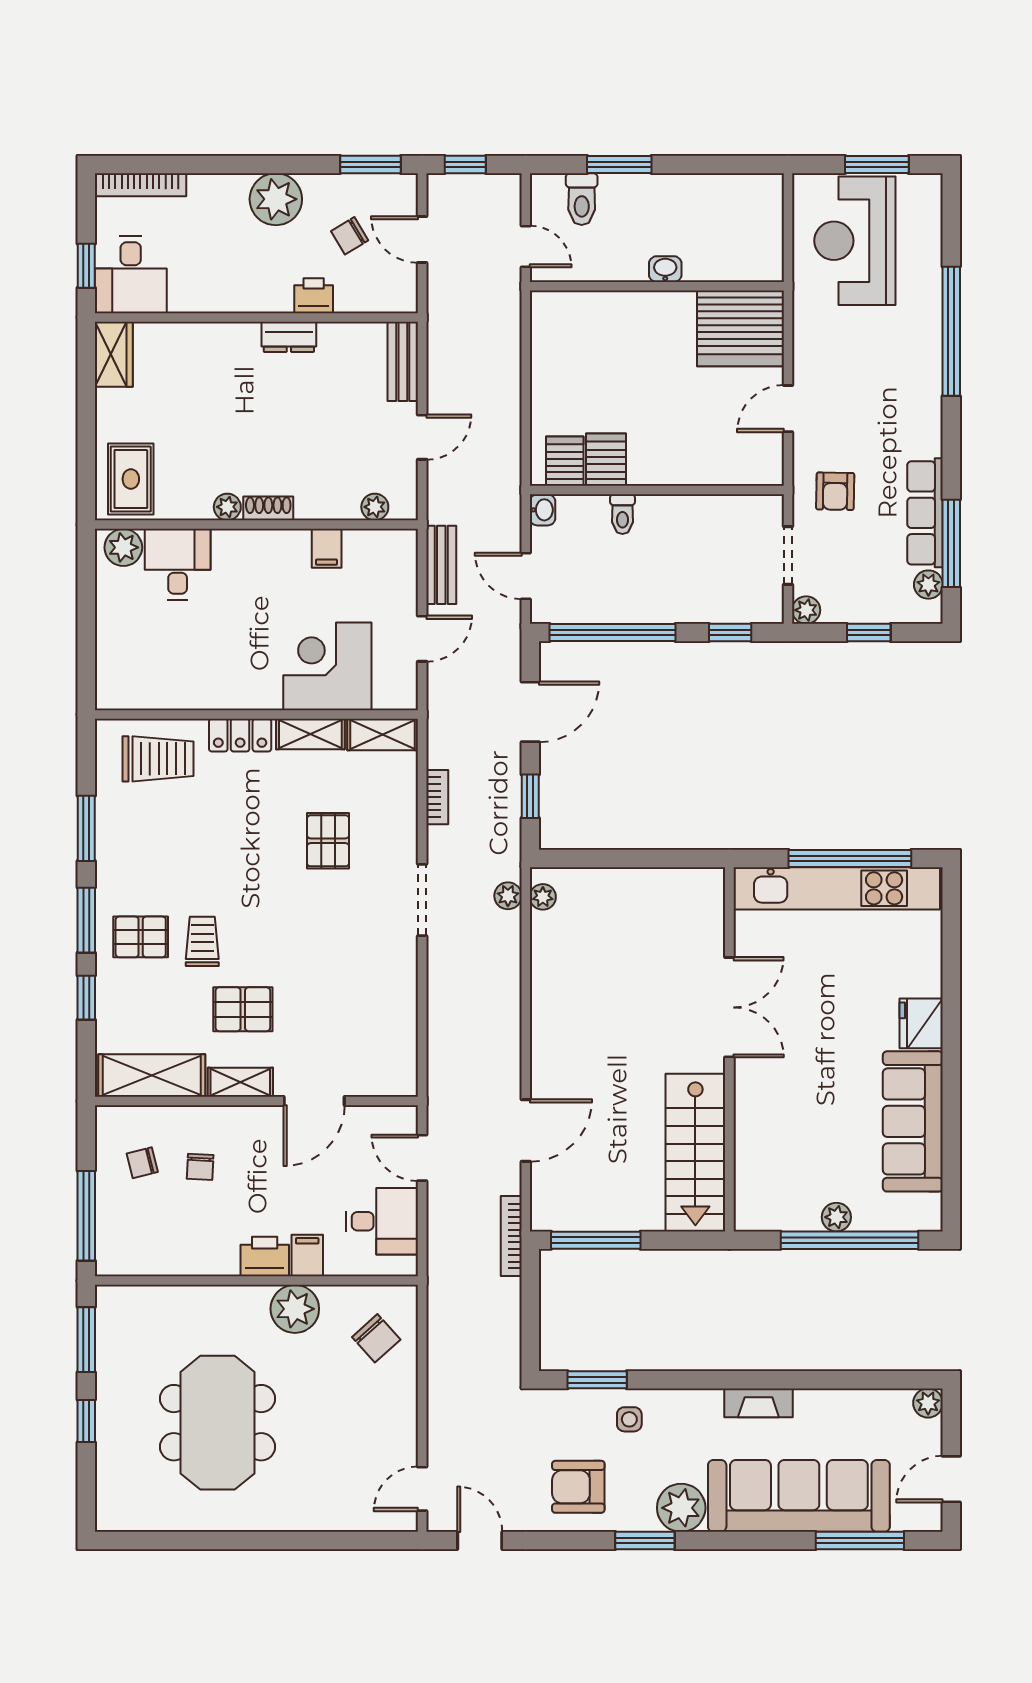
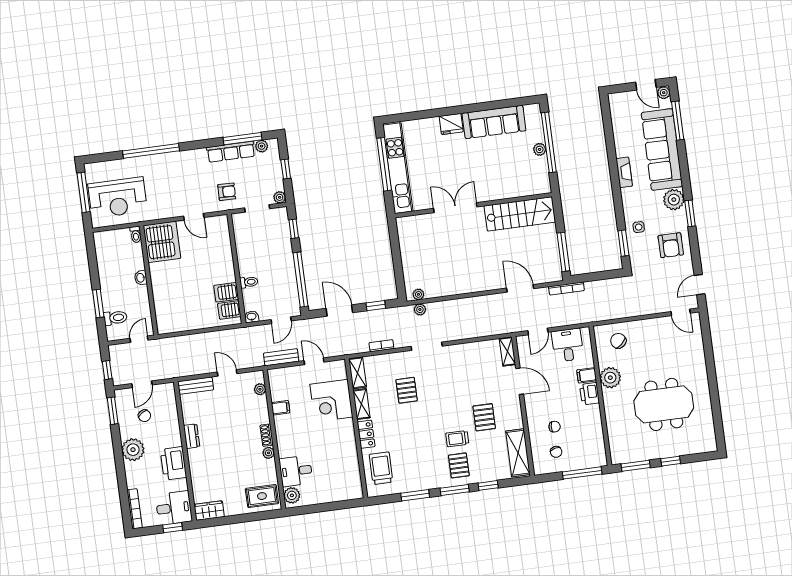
window: (877, 164) -> (83, 192), width x1.44
toilet: (765, 271) -> (136, 234), added
printer: (314, 296) -> (173, 463), moved, width x1.87, depth x1.48
pallet: (328, 841) -> (407, 390), turned 90
shelving: (240, 1082) -> (507, 352), moved
chair: (376, 1338) -> (618, 341), turned -90
plant: (928, 1403) -> (664, 93), moved

